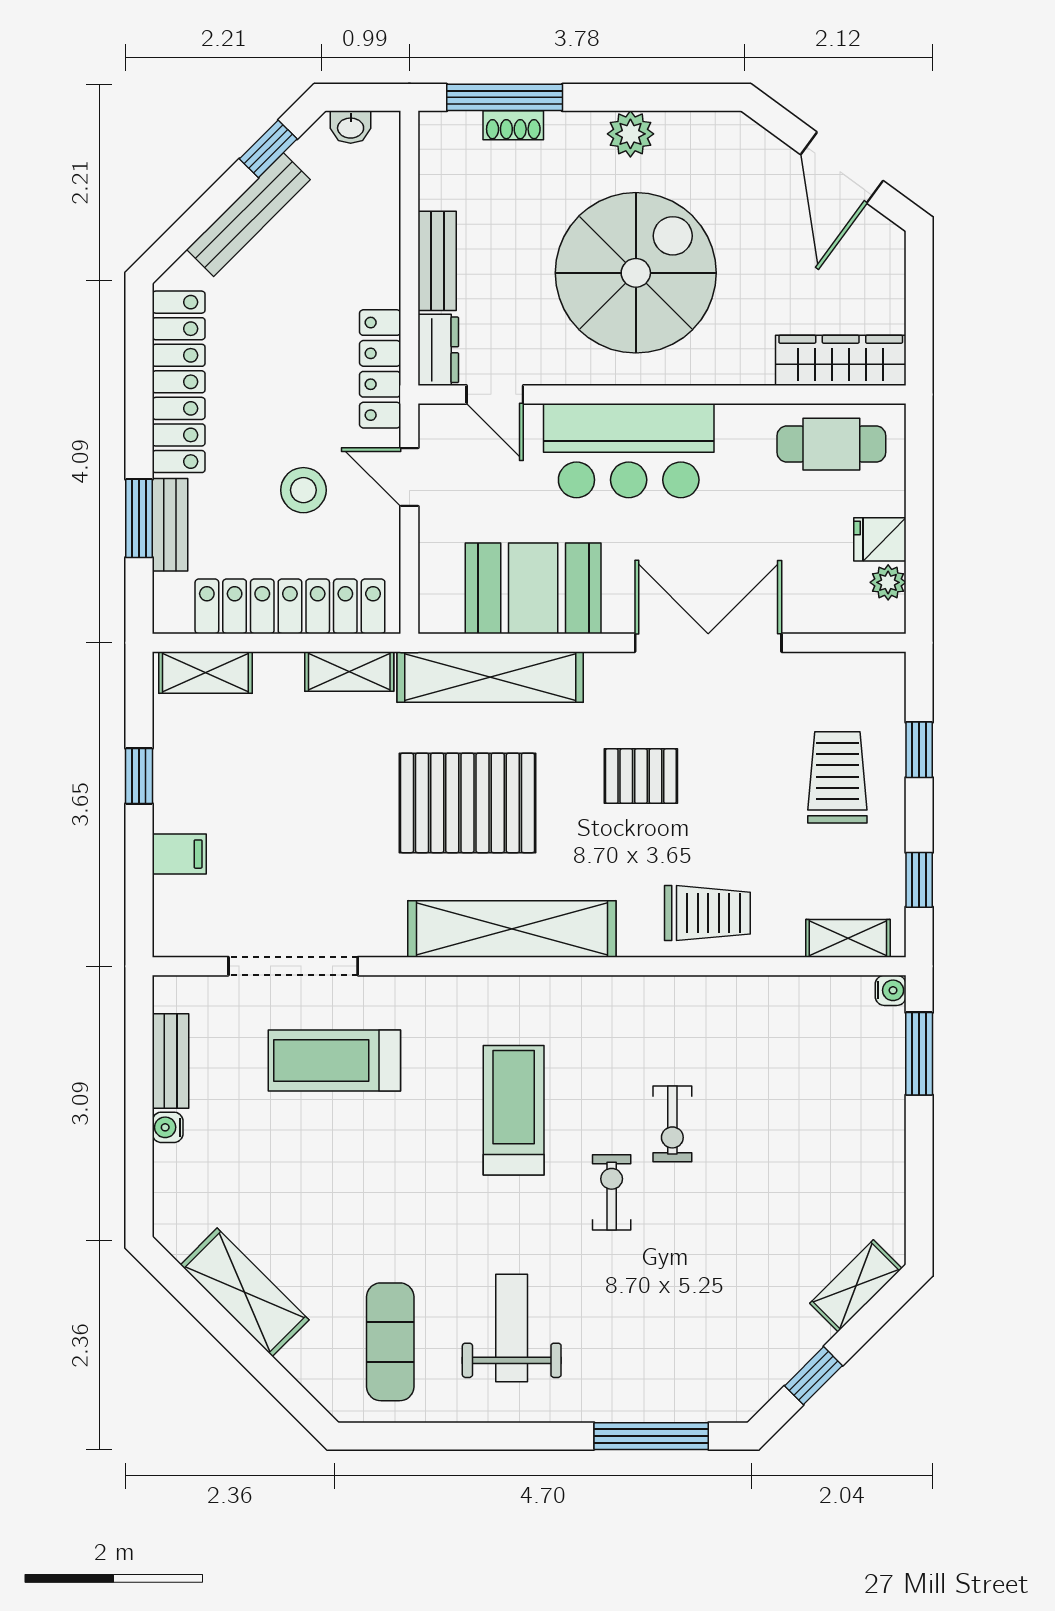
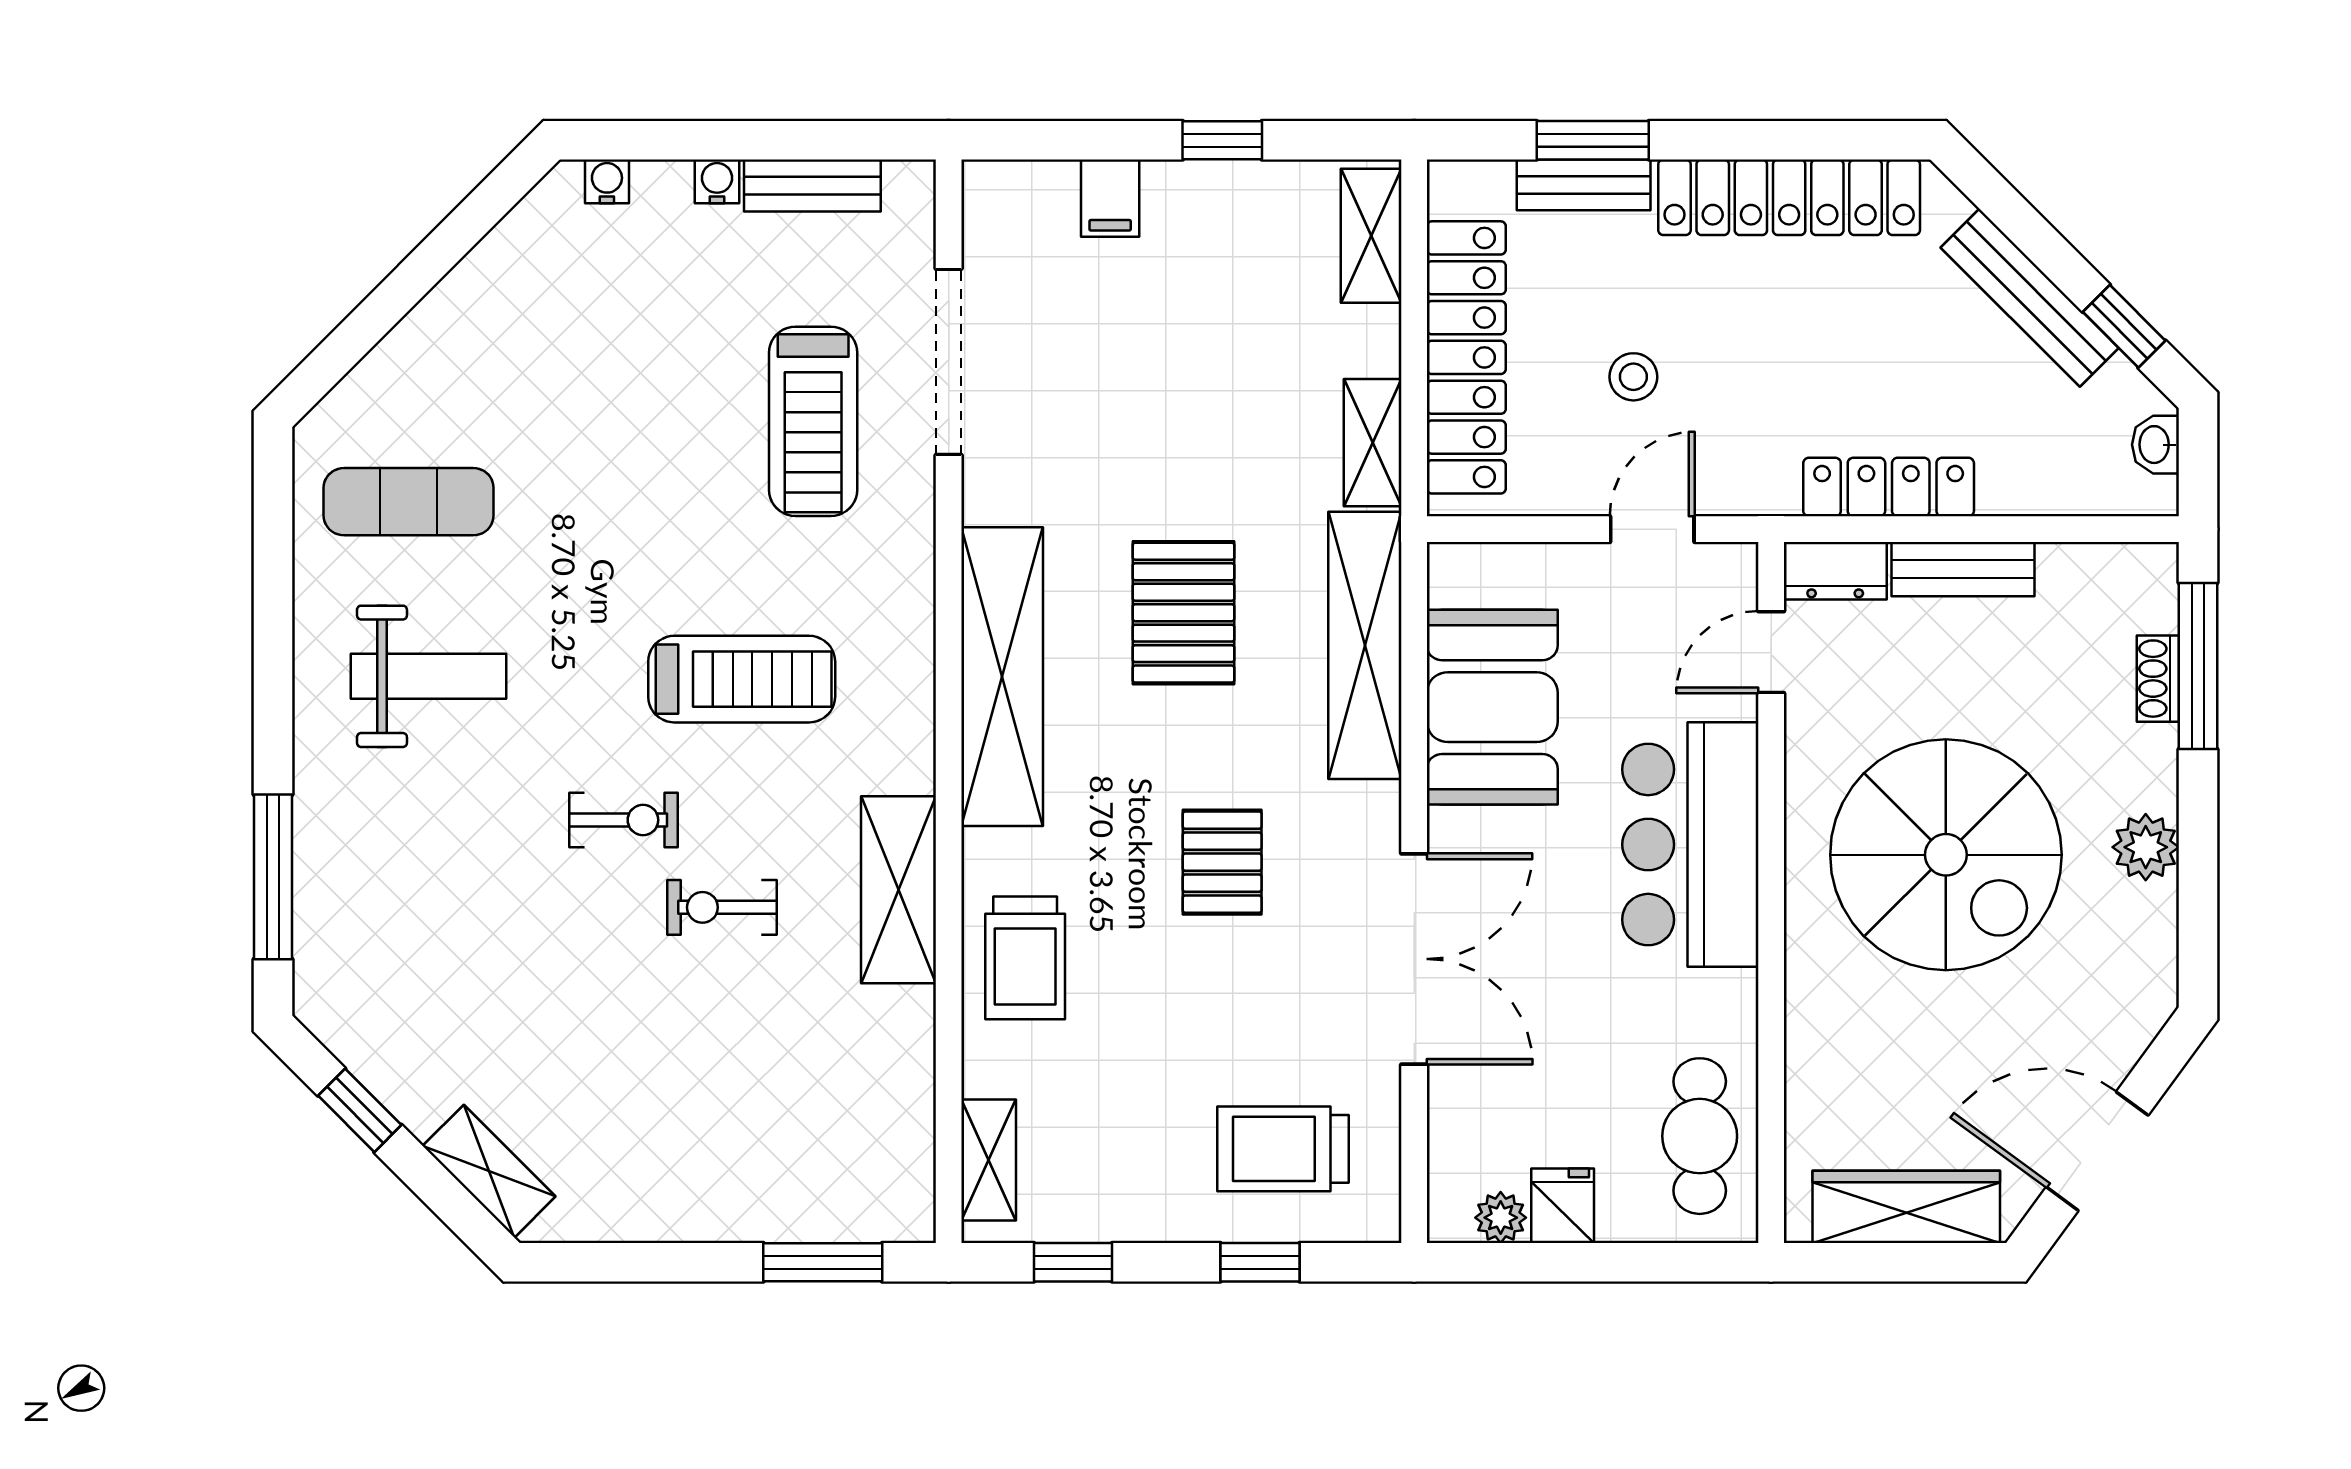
wardrobe: (841, 360) -> (1906, 1207), moved, turned -90
locker: (380, 369) -> (1889, 487), moved
stool: (303, 490) -> (1633, 377), width x0.73, depth x0.73
trolley: (837, 777) -> (1283, 1149), moved, turned 180
pallet: (467, 803) -> (1183, 613), width x0.73, depth x0.71
water cooler: (891, 990) -> (607, 181), moved, turned 180
treadmill: (334, 1060) -> (813, 421), turned 180
shelving: (245, 1292) -> (899, 890), moved, turned -45

